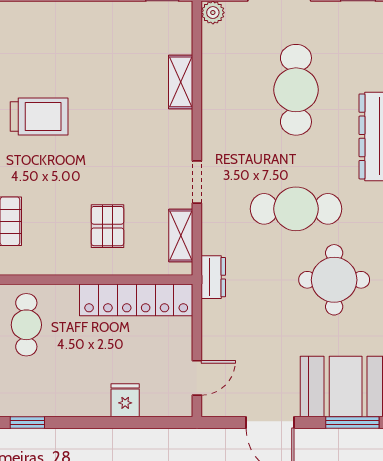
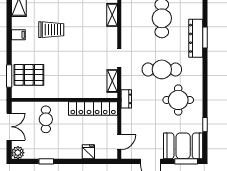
pallet: (108, 226) -> (81, 77), removed

